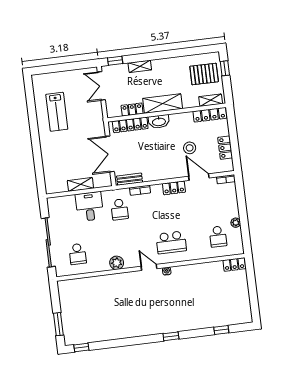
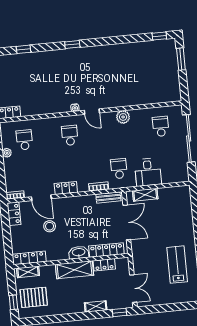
locker: (225, 148) -> (14, 214), moved
shelving: (80, 184) -> (145, 195), moved
school desk: (171, 242) -> (70, 135), width x0.54

